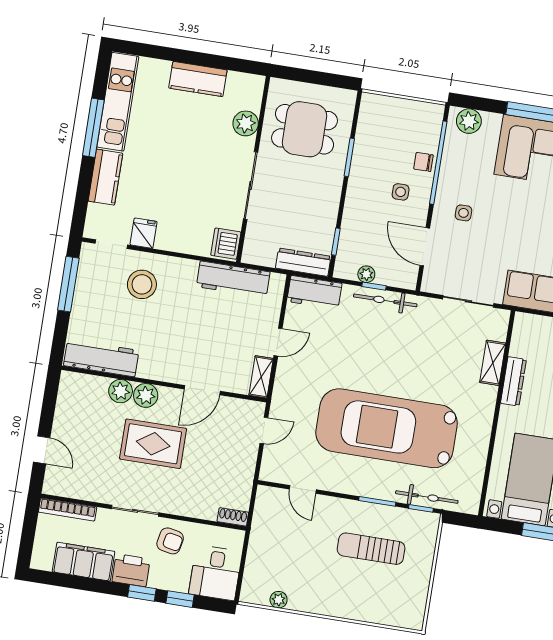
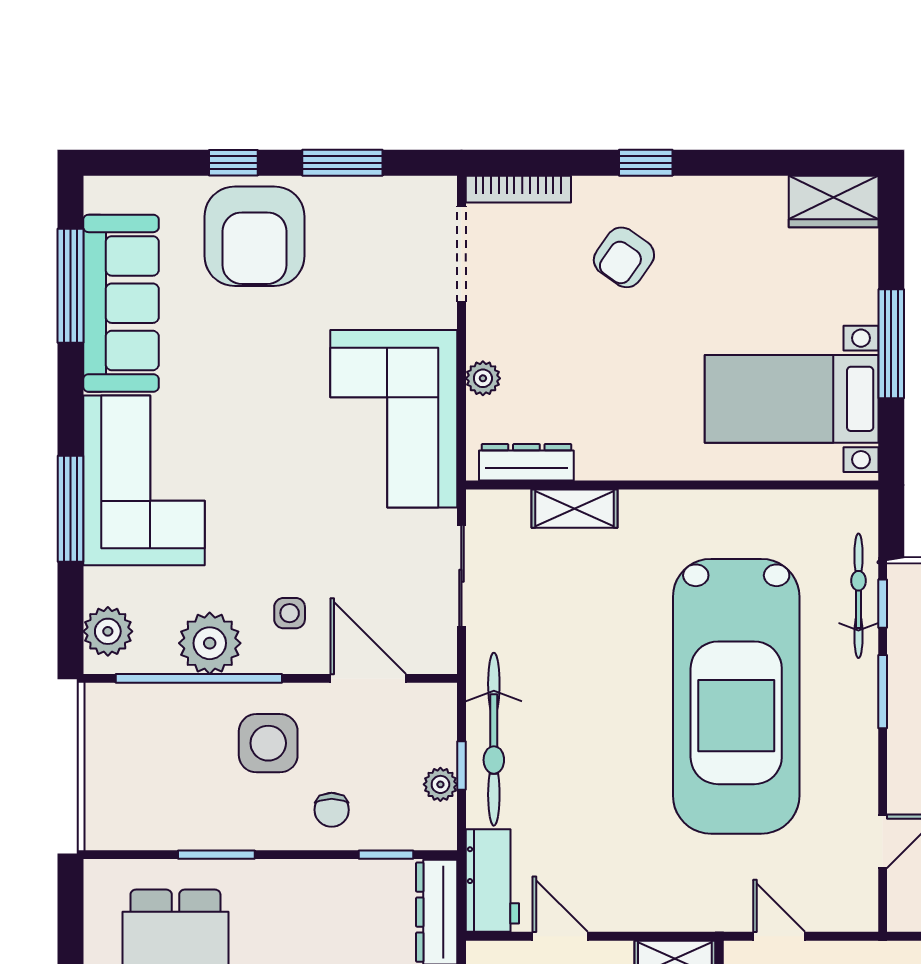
chair: (423, 162) -> (332, 810), moved
plant: (455, 171) -> (210, 643), added
side table: (401, 192) -> (268, 743), width x1.87, depth x1.87
door: (425, 247) -> (368, 678), swing flipped
bicycle: (385, 300) -> (494, 739), width x1.37, depth x1.40
door: (278, 342) -> (560, 936), moved
dresser: (513, 381) -> (526, 462), moved

